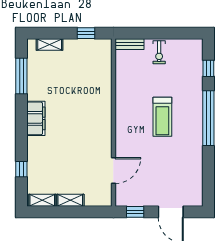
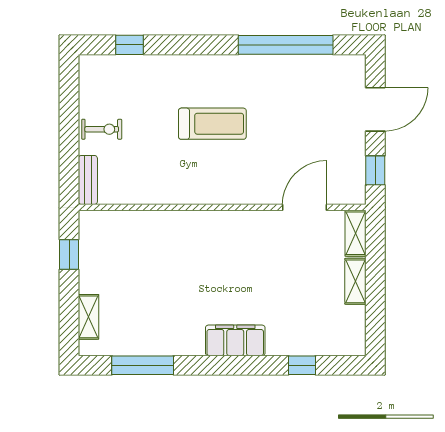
filing cabinet: (36, 118) -> (235, 340), moved
window: (208, 118) -> (286, 45), moved
door: (113, 171) -> (305, 207), hinge flipped
shelving: (42, 200) -> (355, 233), moved

